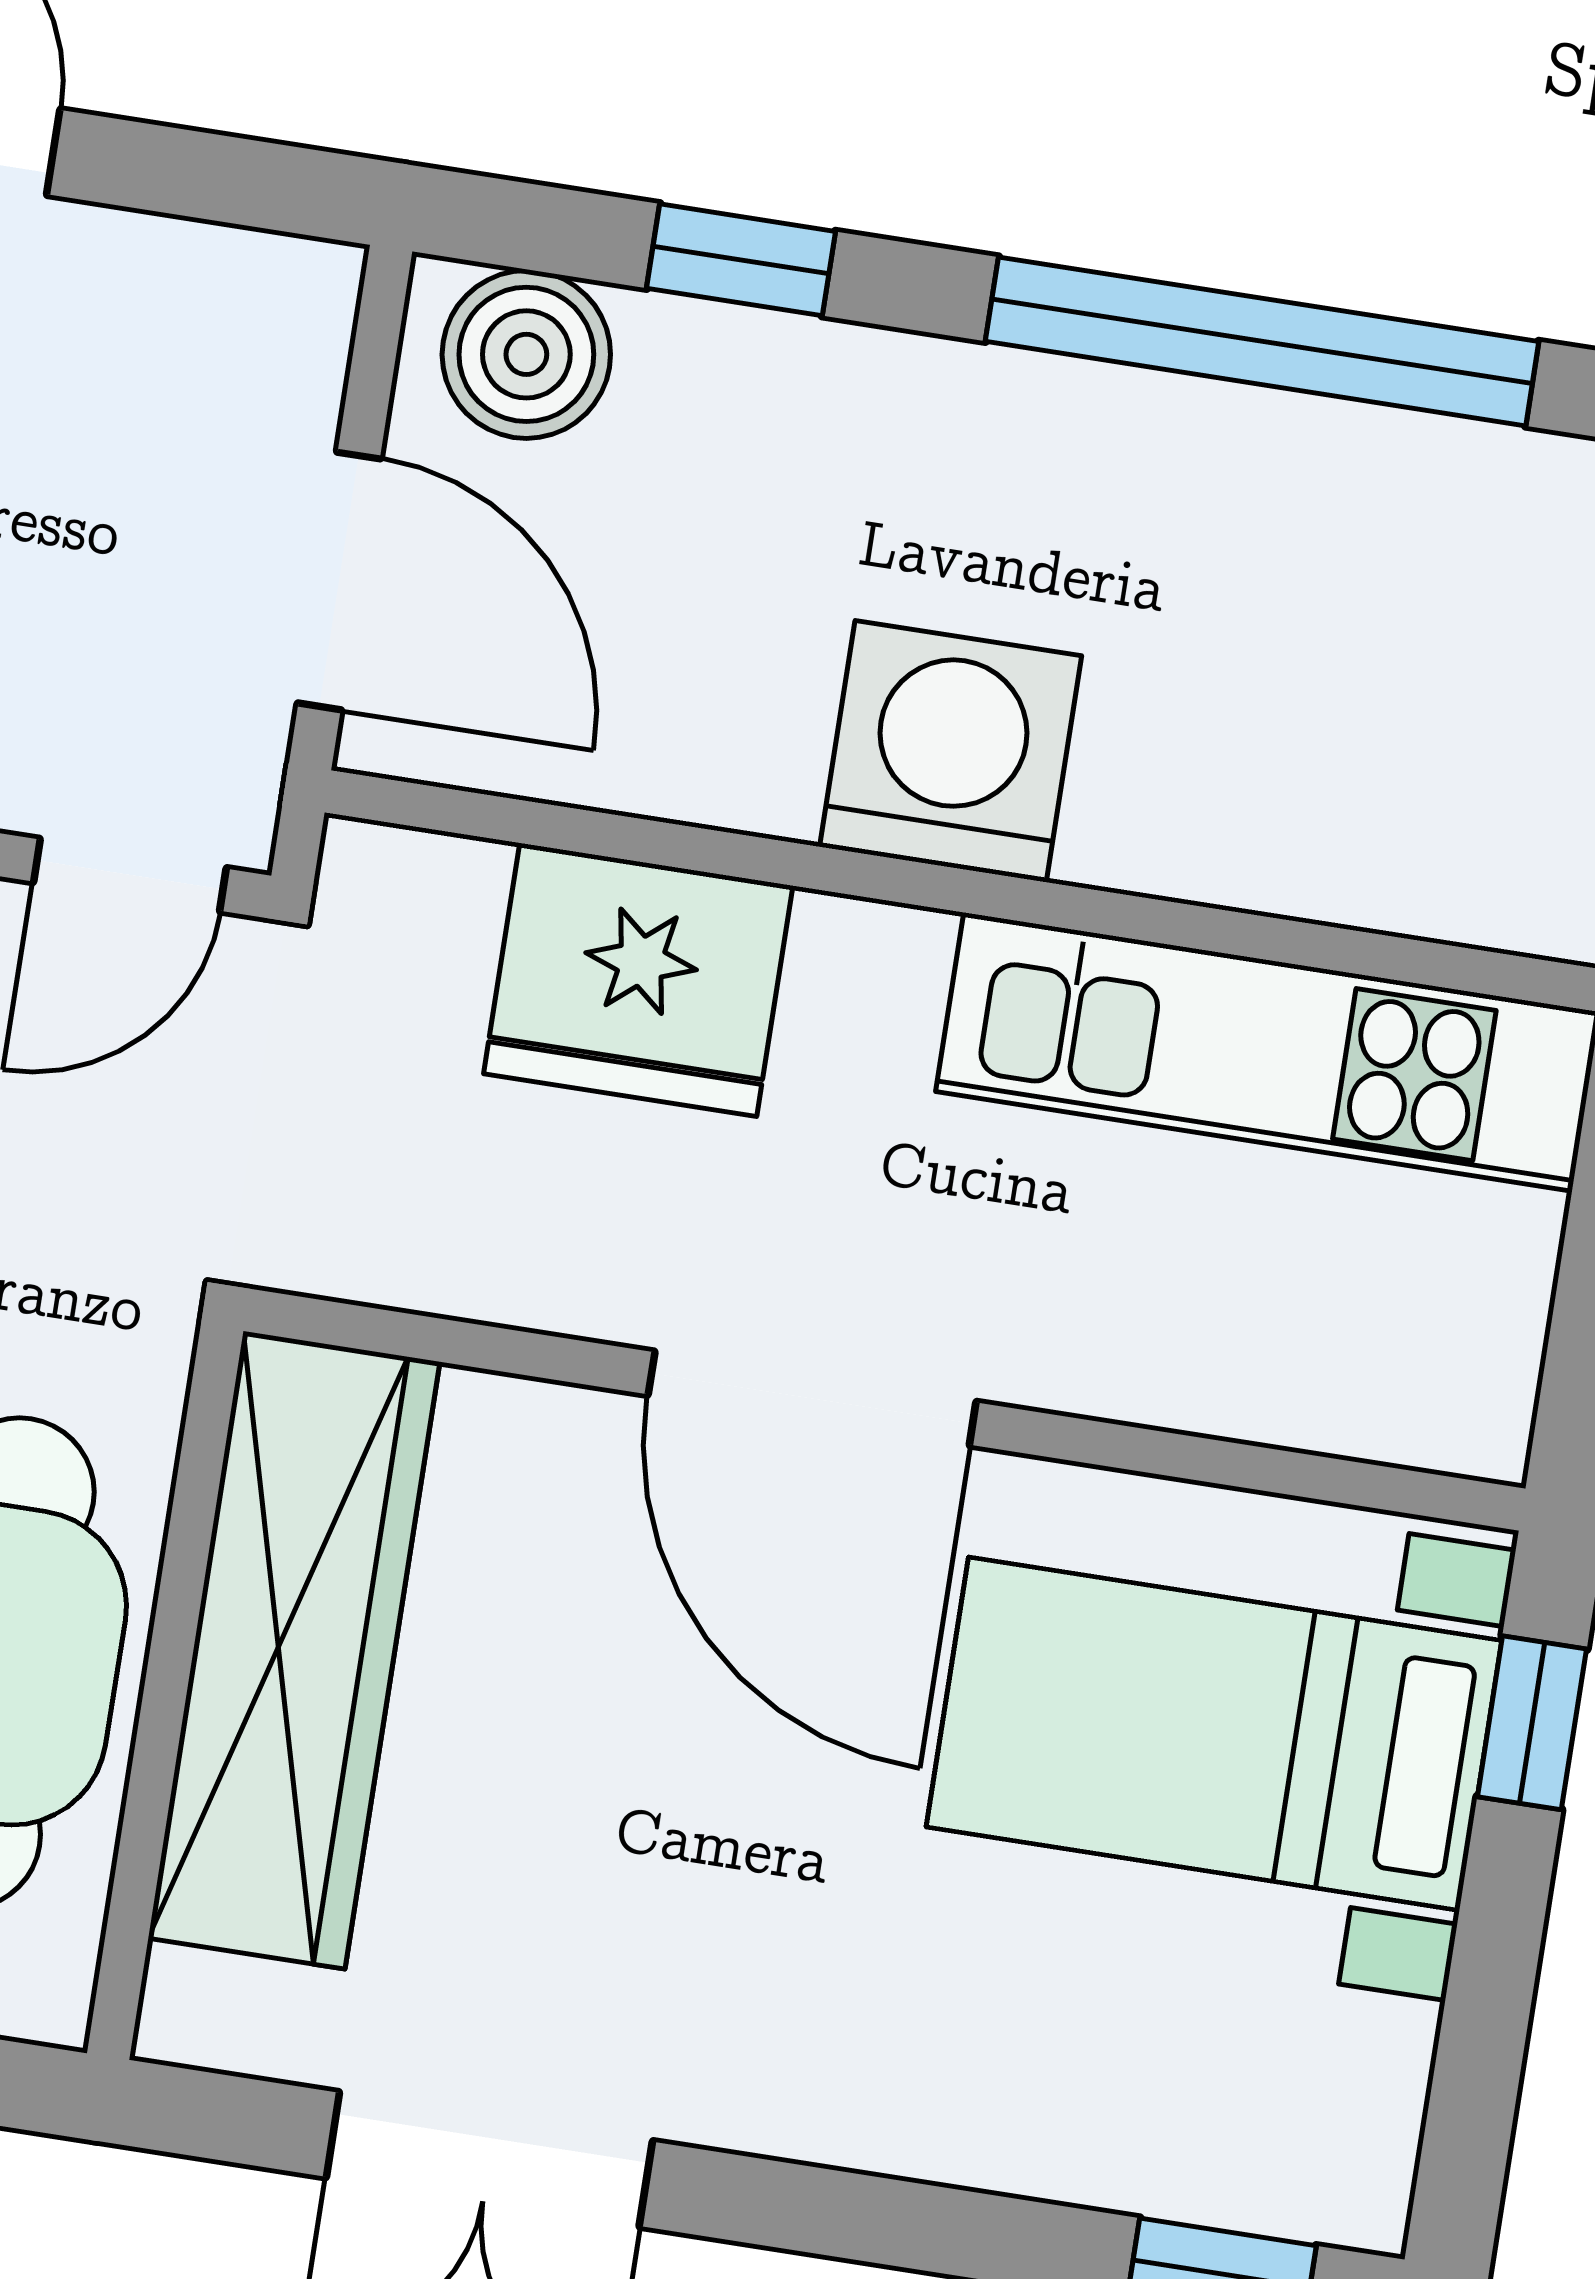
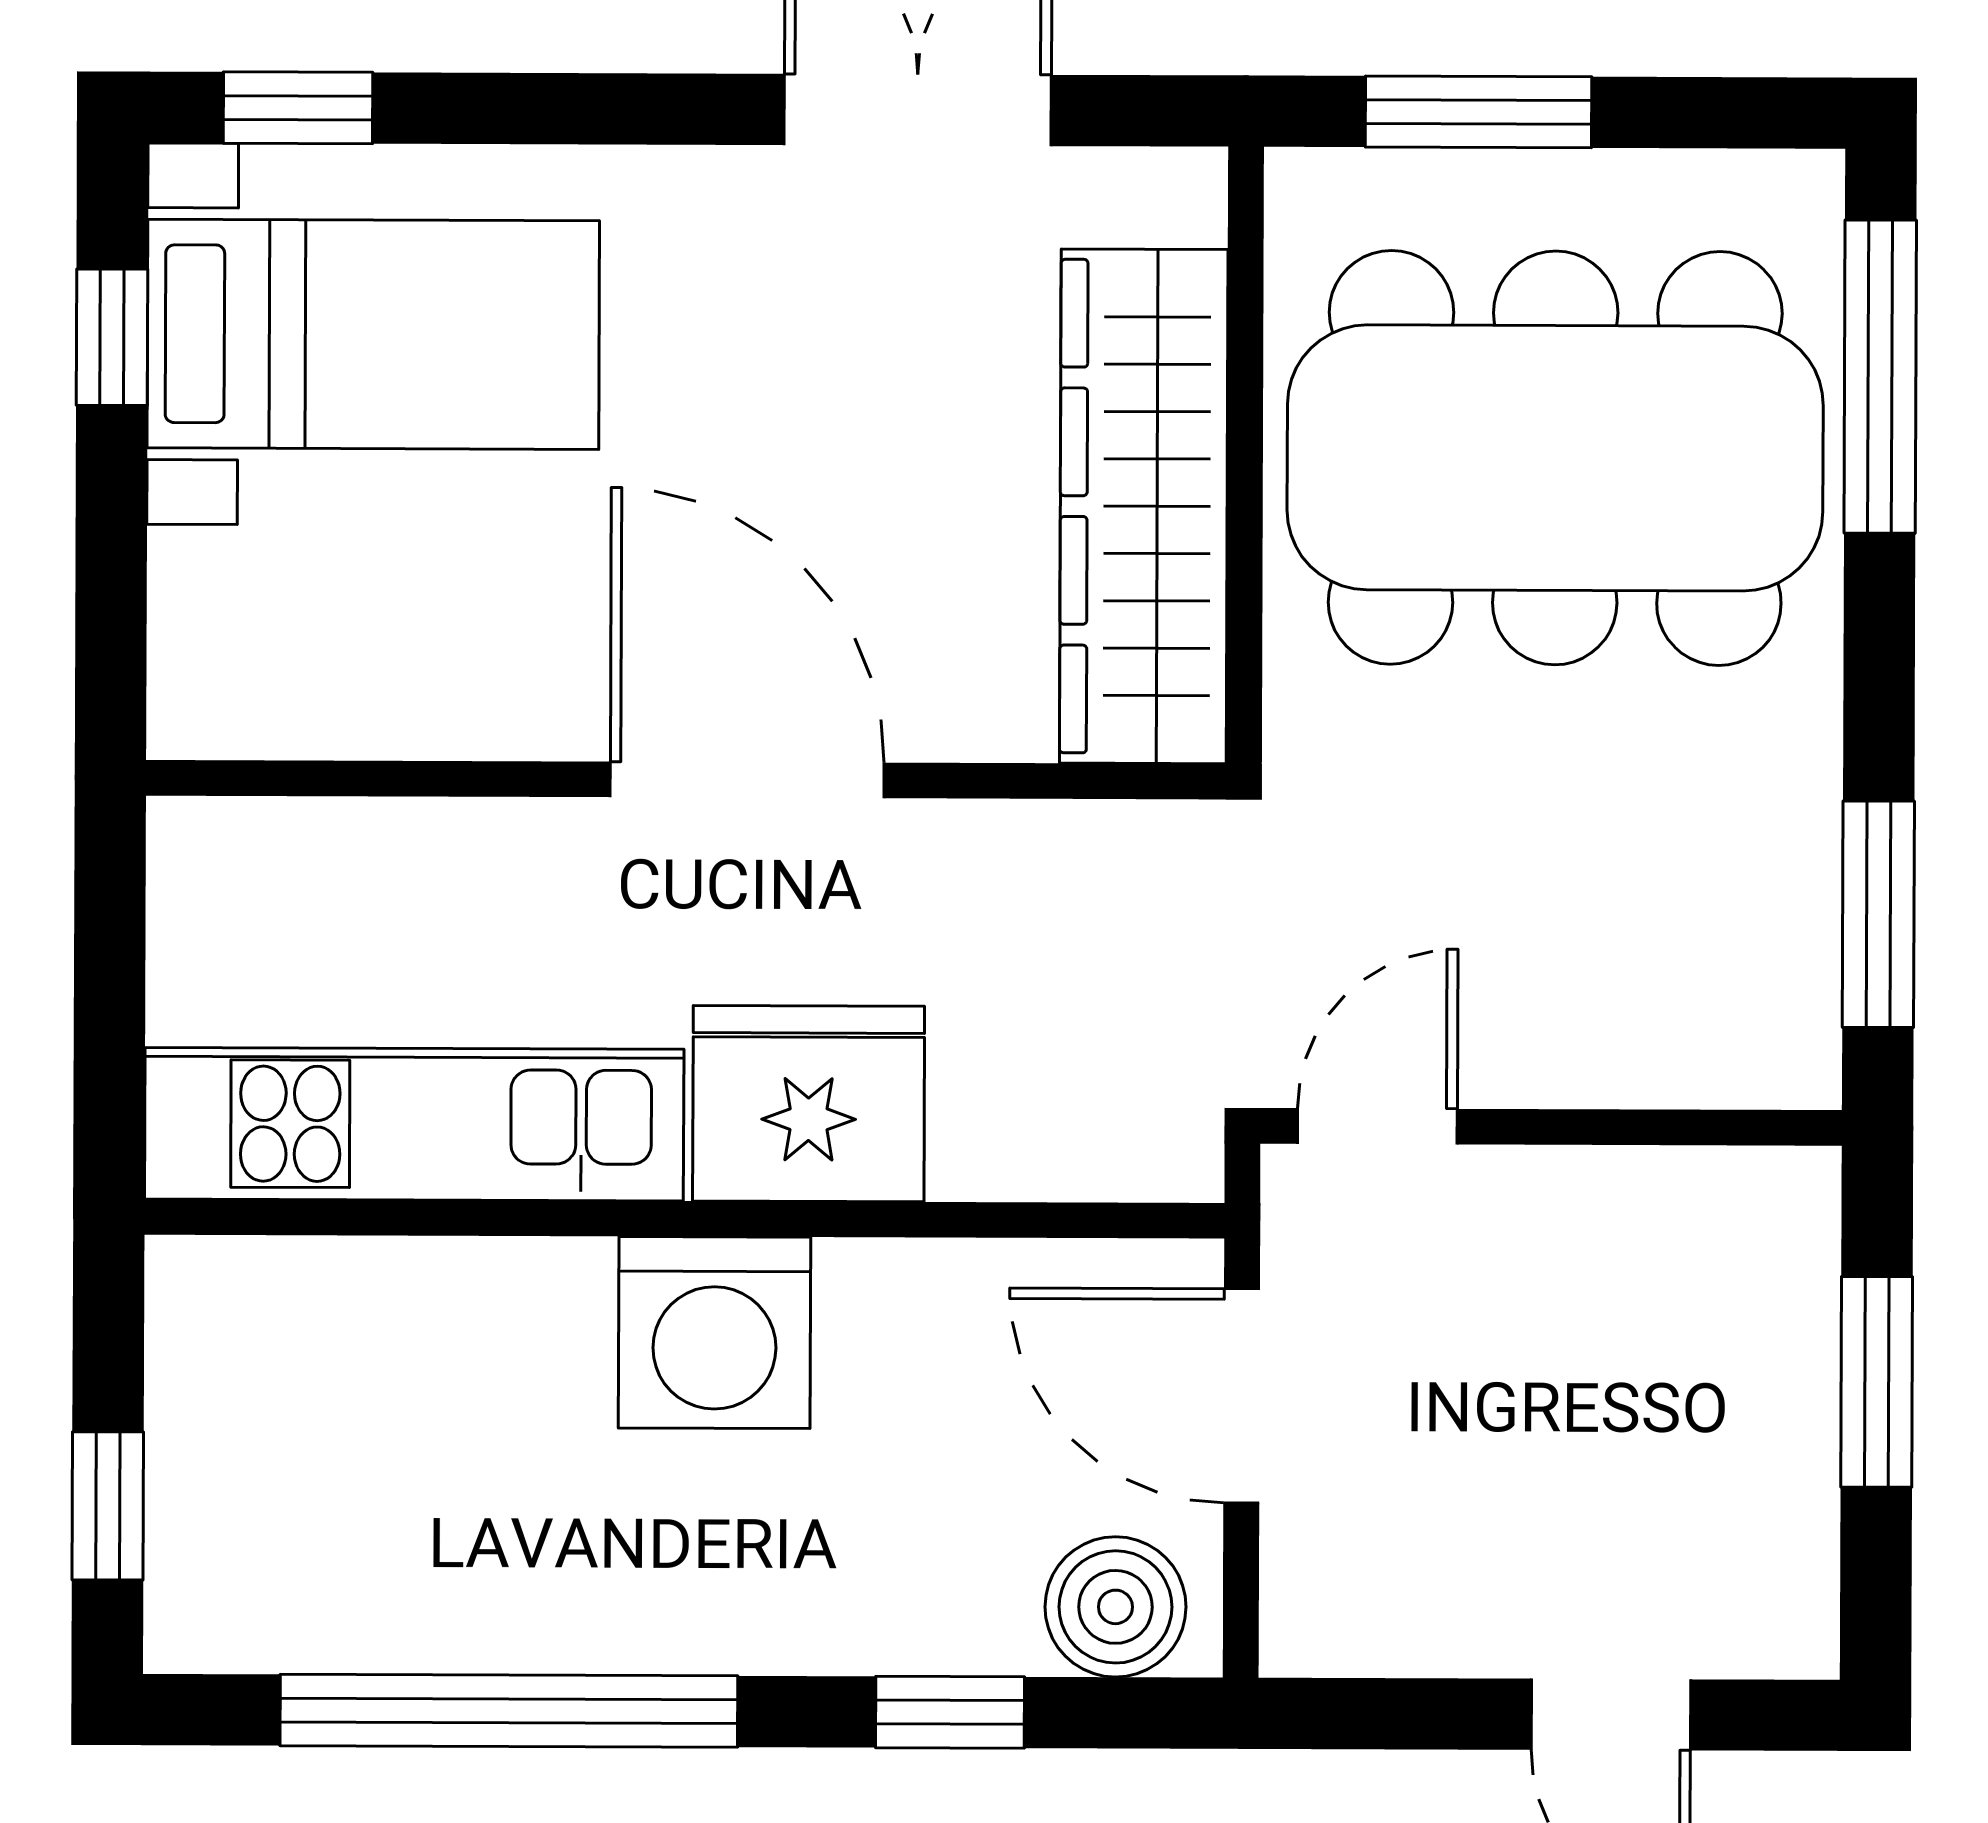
fridge: (638, 980) -> (809, 1104), moved
window: (1532, 1723) -> (112, 337), moved
bed with nightstands: (1214, 1734) -> (373, 334), moved

